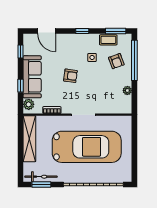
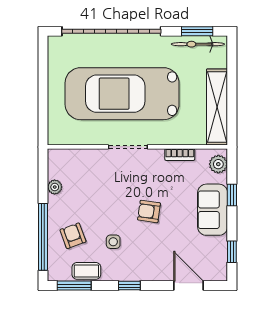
sofa: (32, 77) -> (213, 210), width x0.73

